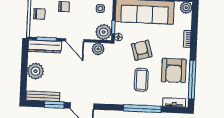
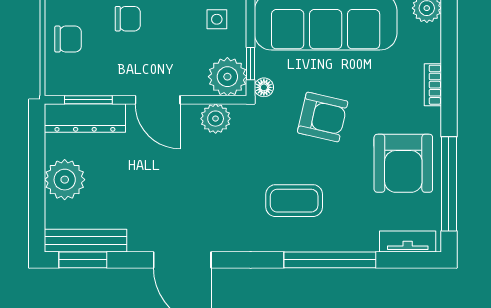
armchair: (142, 50) -> (323, 117), turned 119
coffee table: (141, 80) -> (294, 201), moved, turned 90
window: (54, 105) -> (83, 260), moved

